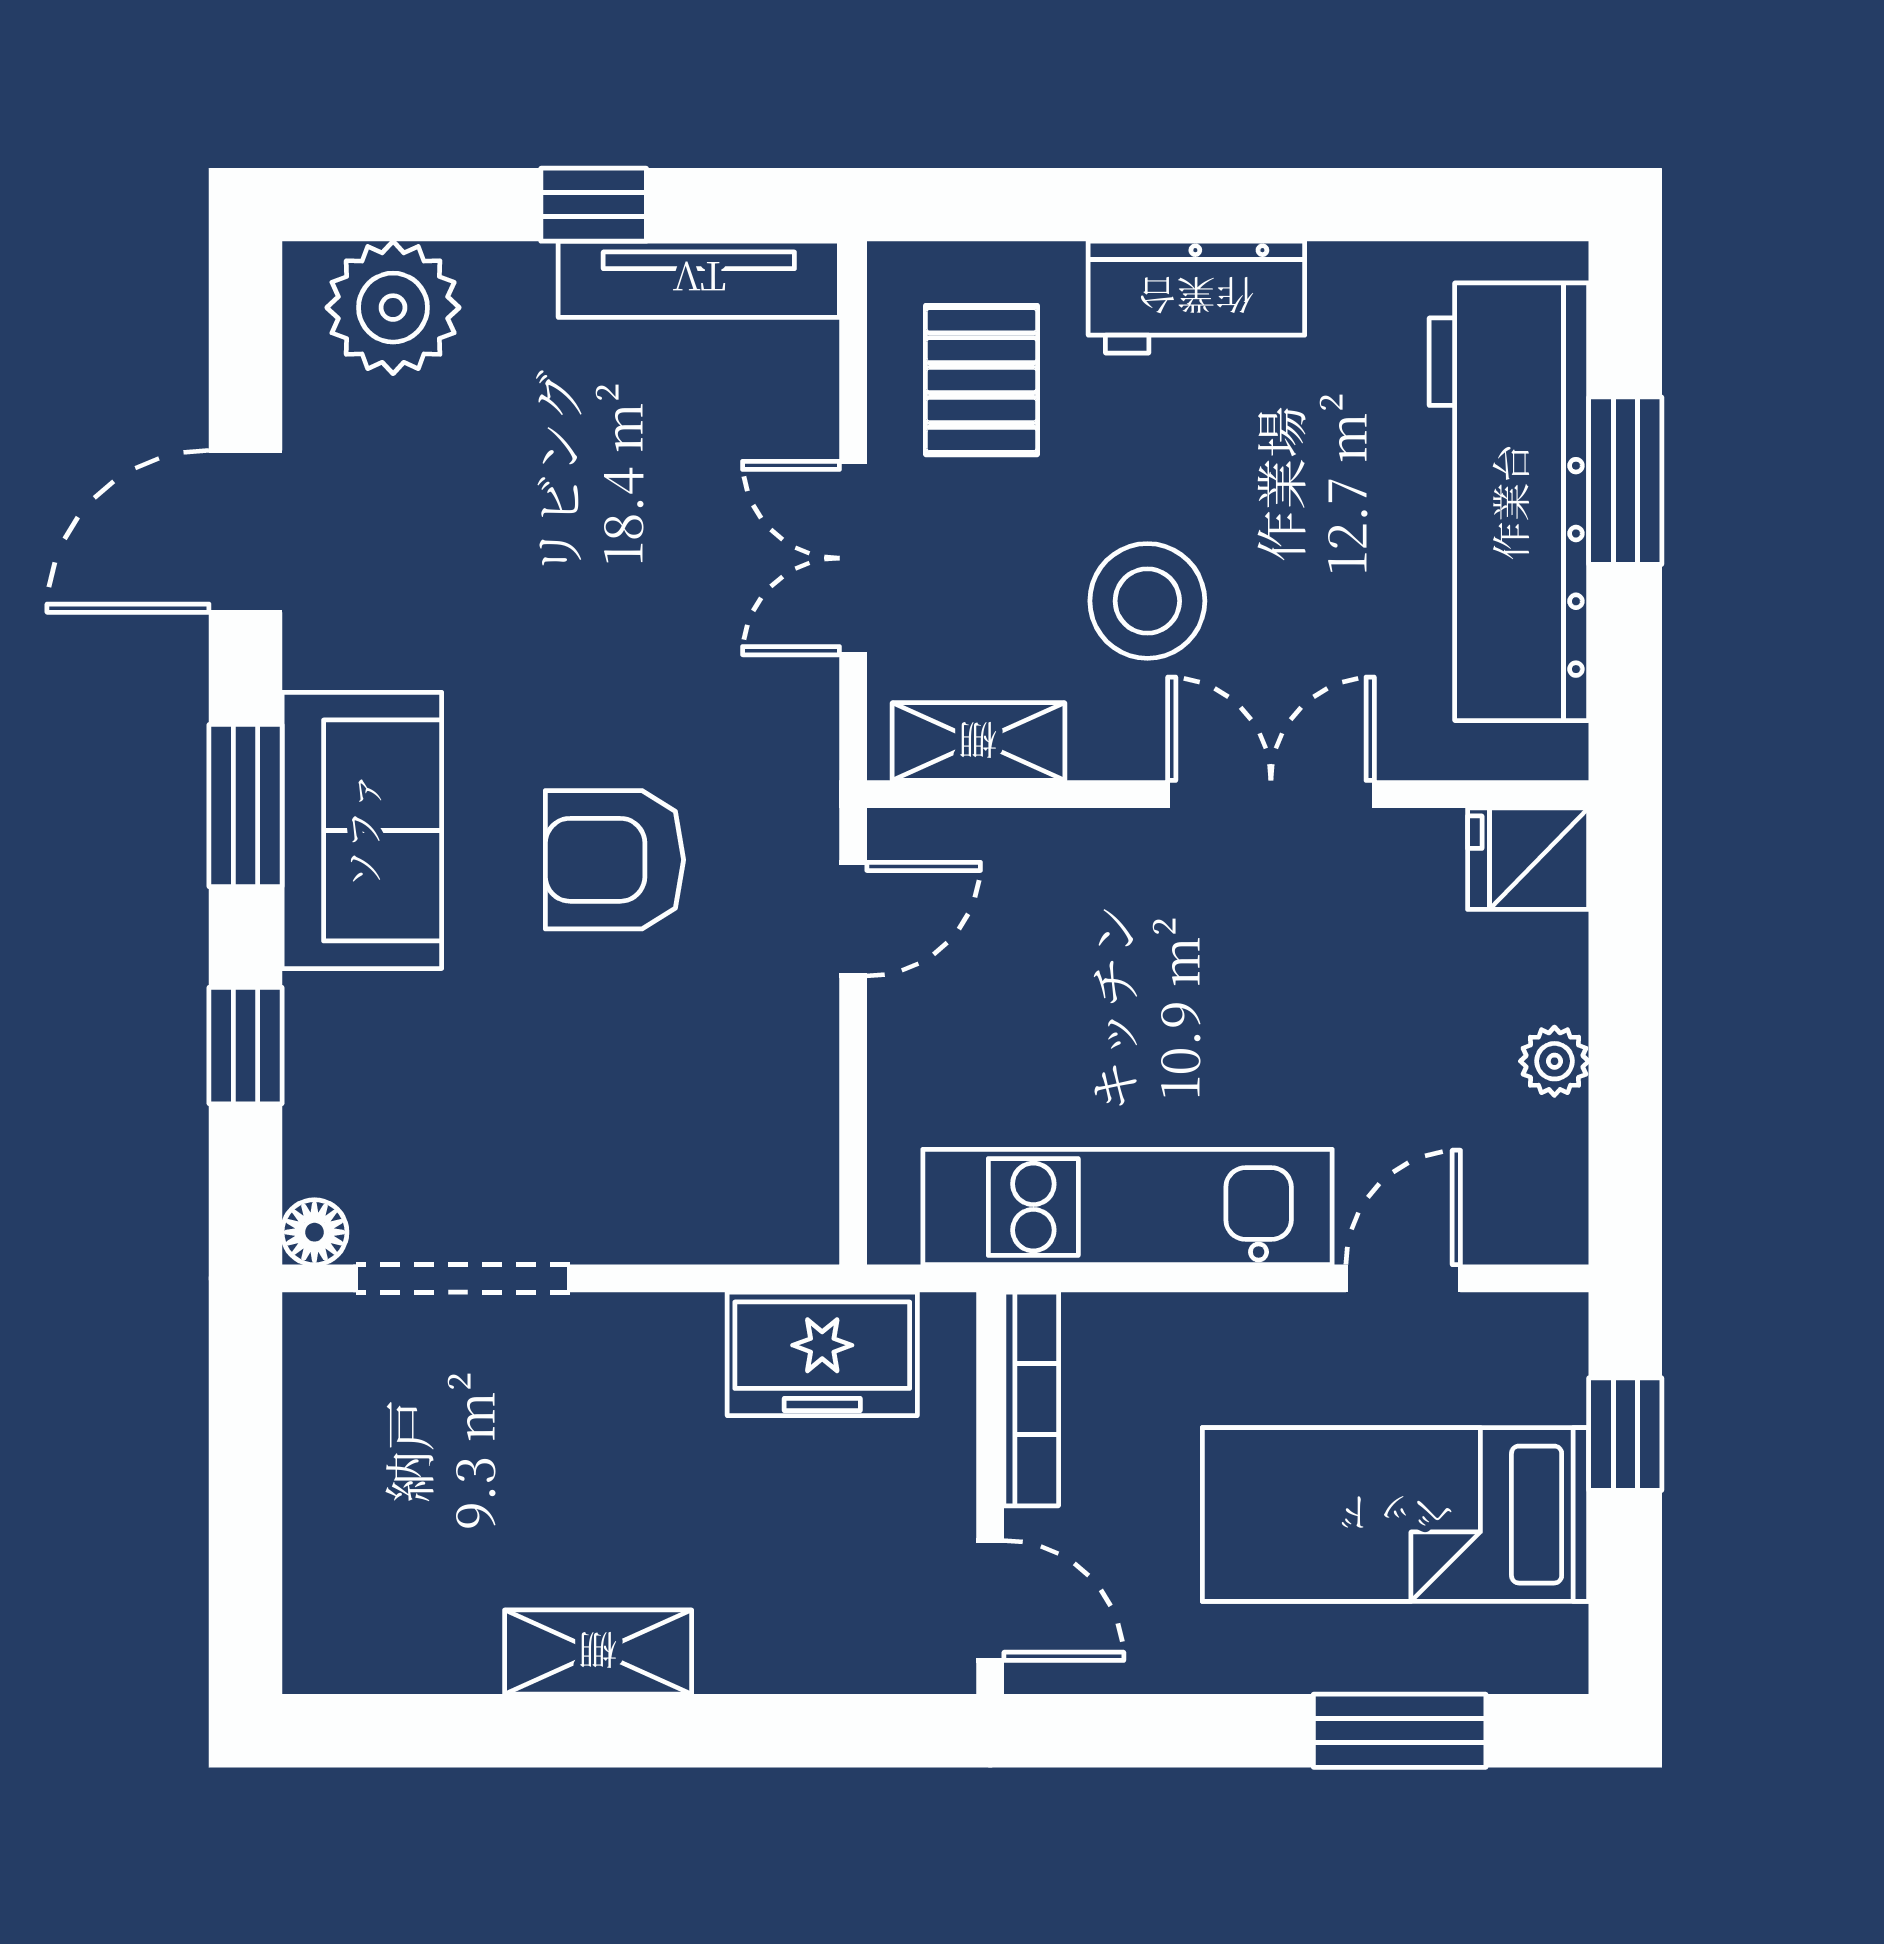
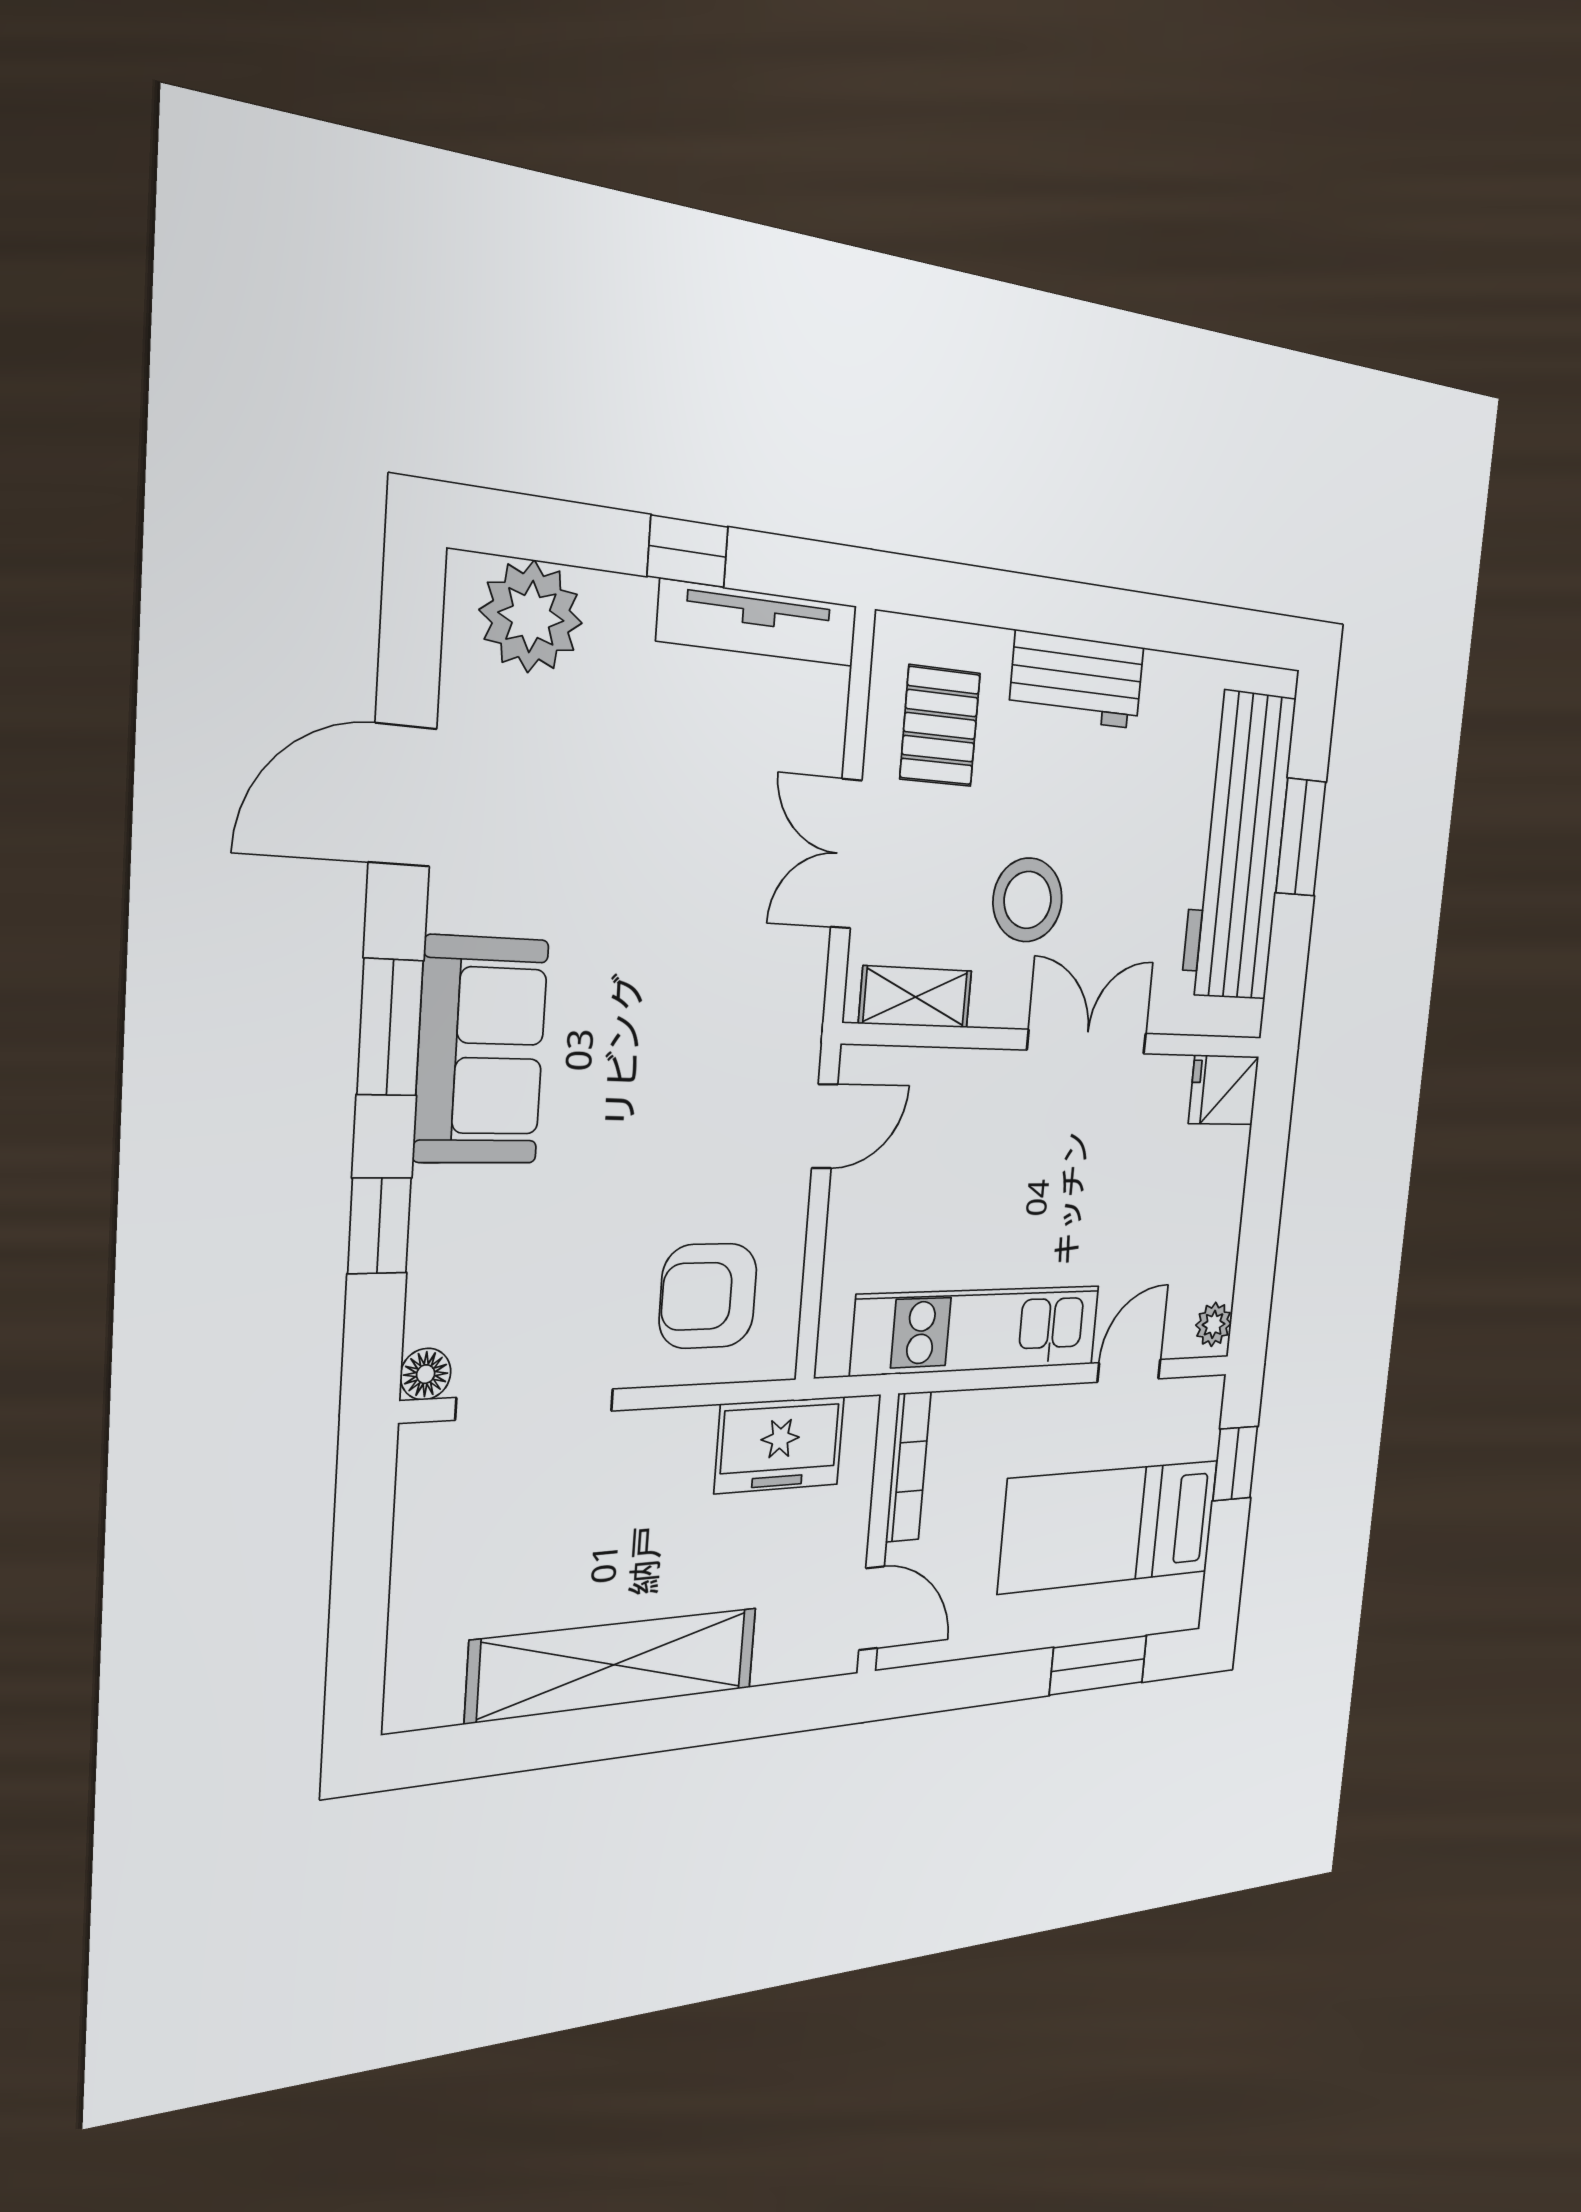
armchair: (615, 860) -> (708, 1296), moved
plant: (1554, 1061) -> (1214, 1324), moved
shelving: (598, 1652) -> (614, 1665), width x2.20, depth x1.33

